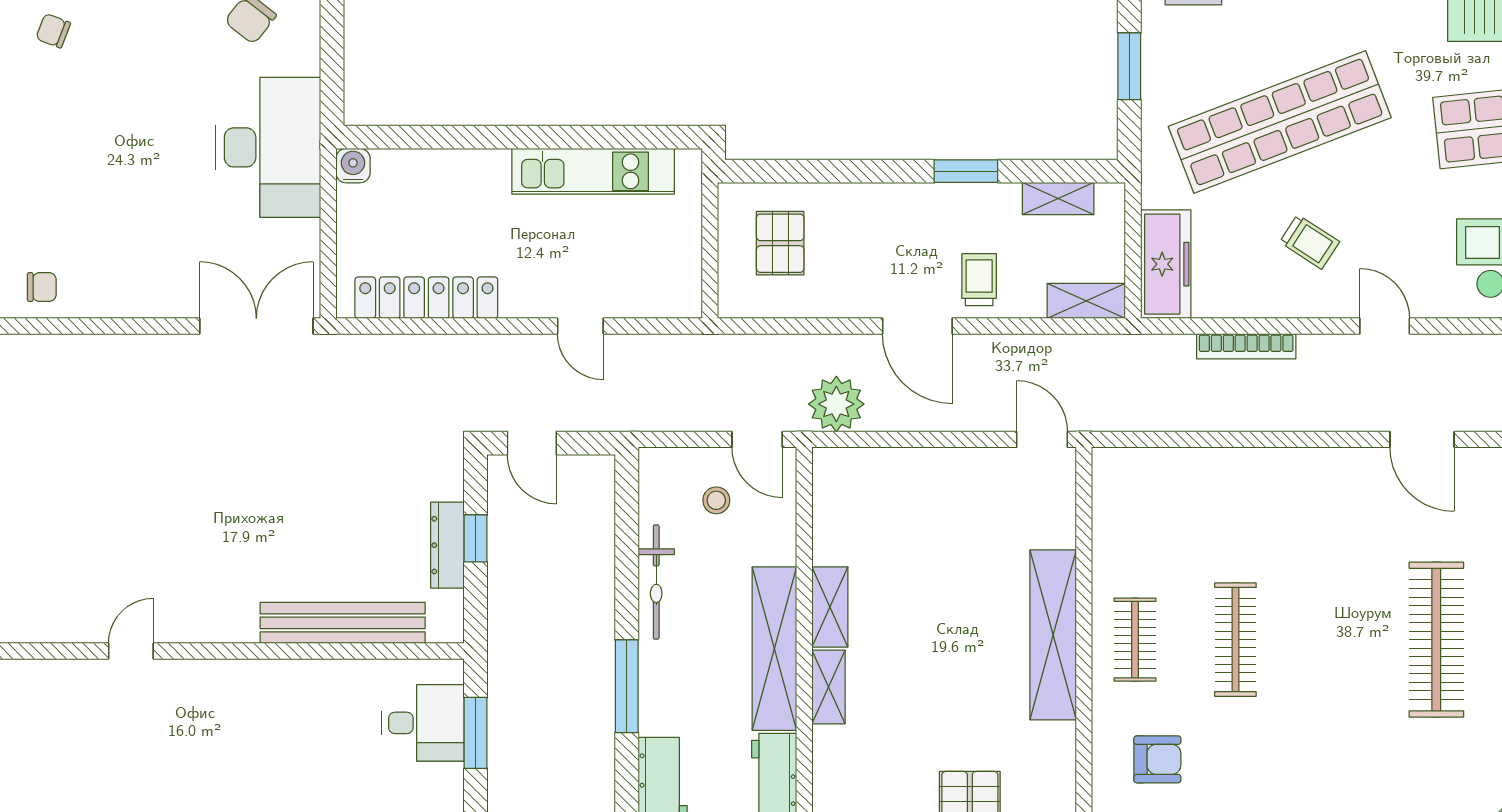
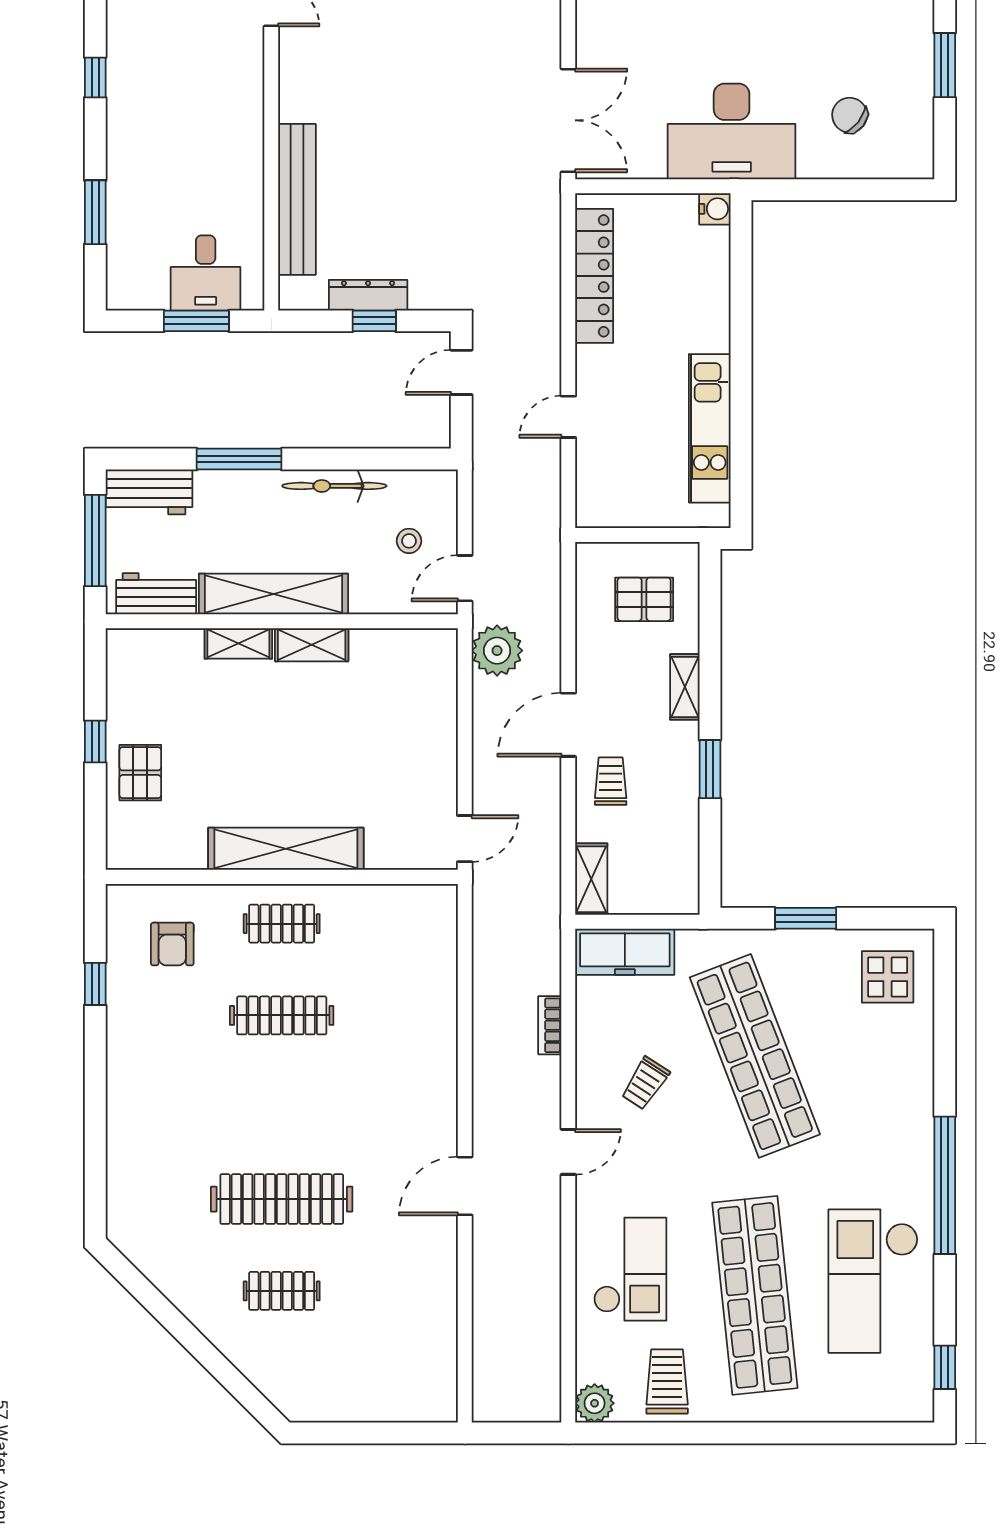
shelving: (1058, 199) -> (685, 687), moved
trolley: (979, 280) -> (611, 781), turned -90
bookcase: (1246, 346) -> (550, 1025), width x0.64

